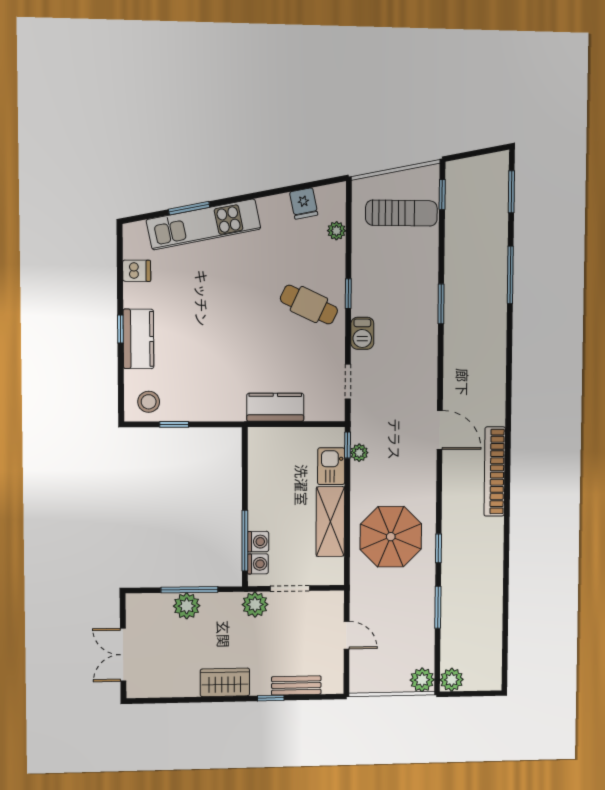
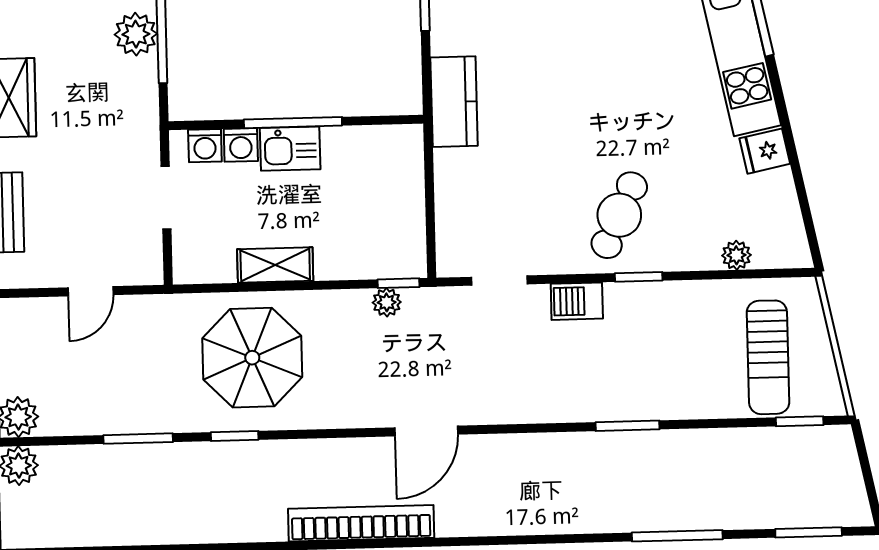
fridge: (304, 203) -> (765, 151), moved
kitchen counter: (275, 407) -> (454, 102), moved
kitchen sink: (331, 466) -> (290, 149), moved, turned 180
shelving: (330, 522) -> (275, 265), width x0.67, depth x0.75
window: (245, 541) -> (293, 123), moved
plant: (255, 605) -> (139, 143), removed

